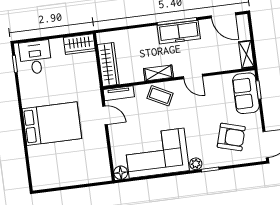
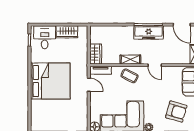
wardrobe: (79, 44) -> (67, 32), moved
wardrobe: (108, 64) -> (96, 54), width x0.67
bed: (52, 124) -> (50, 81), width x1.36

